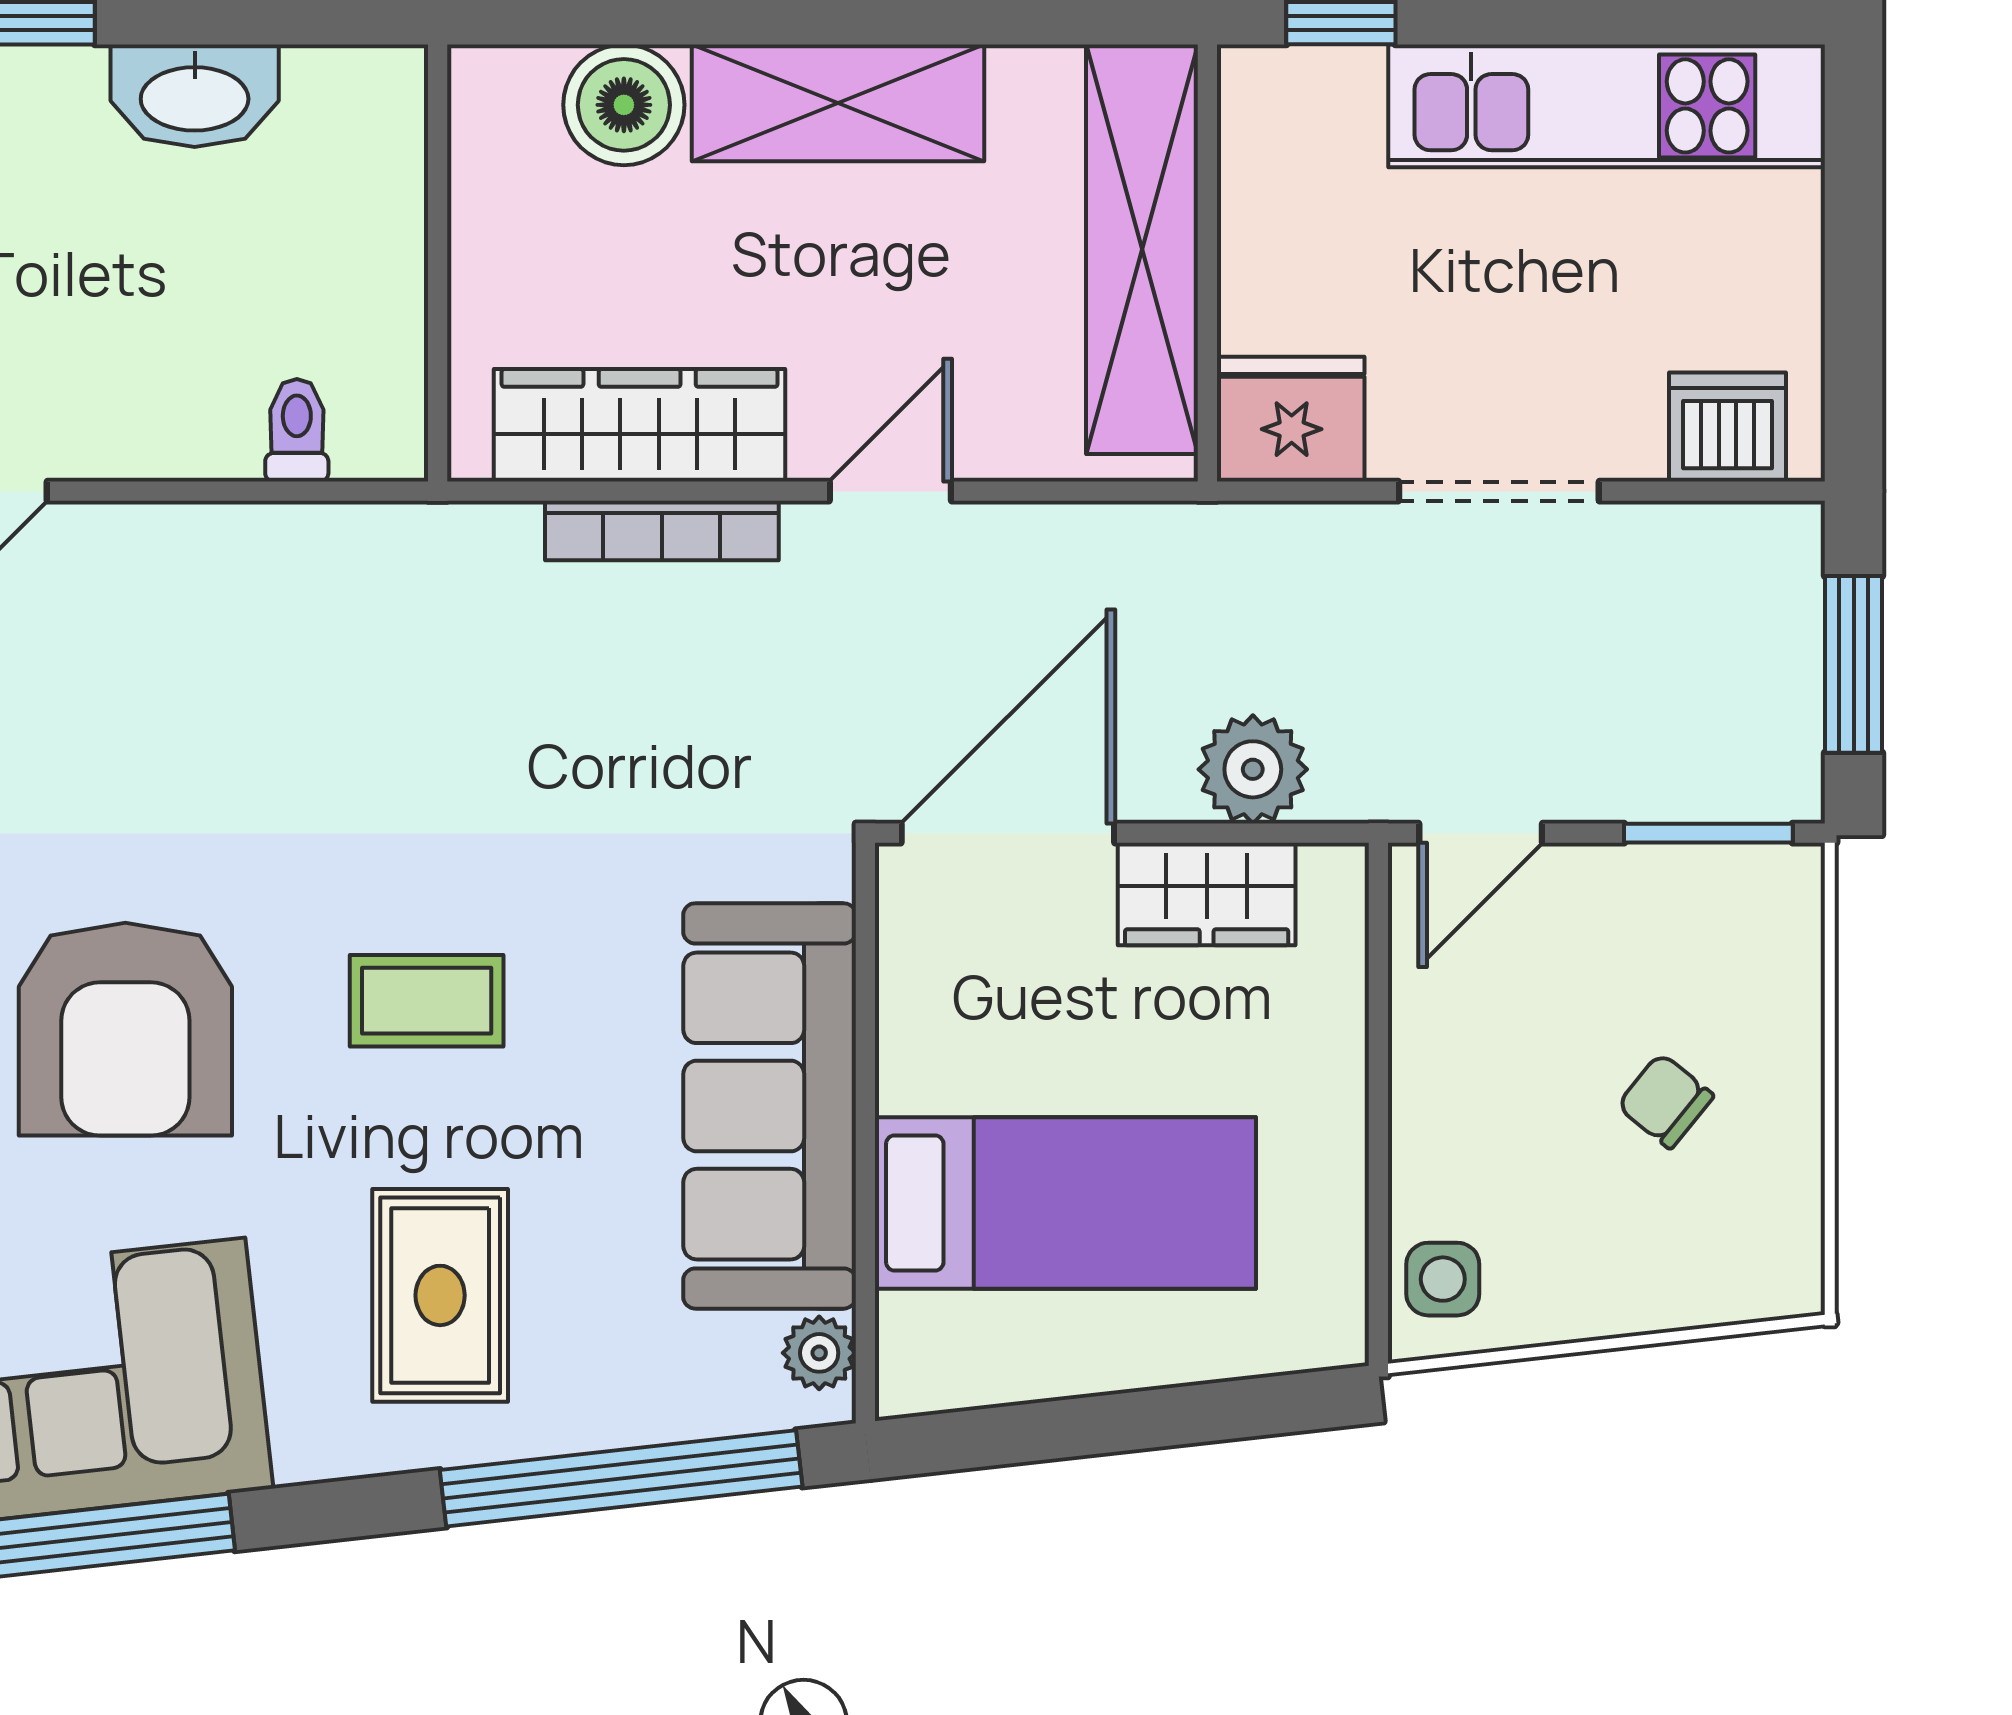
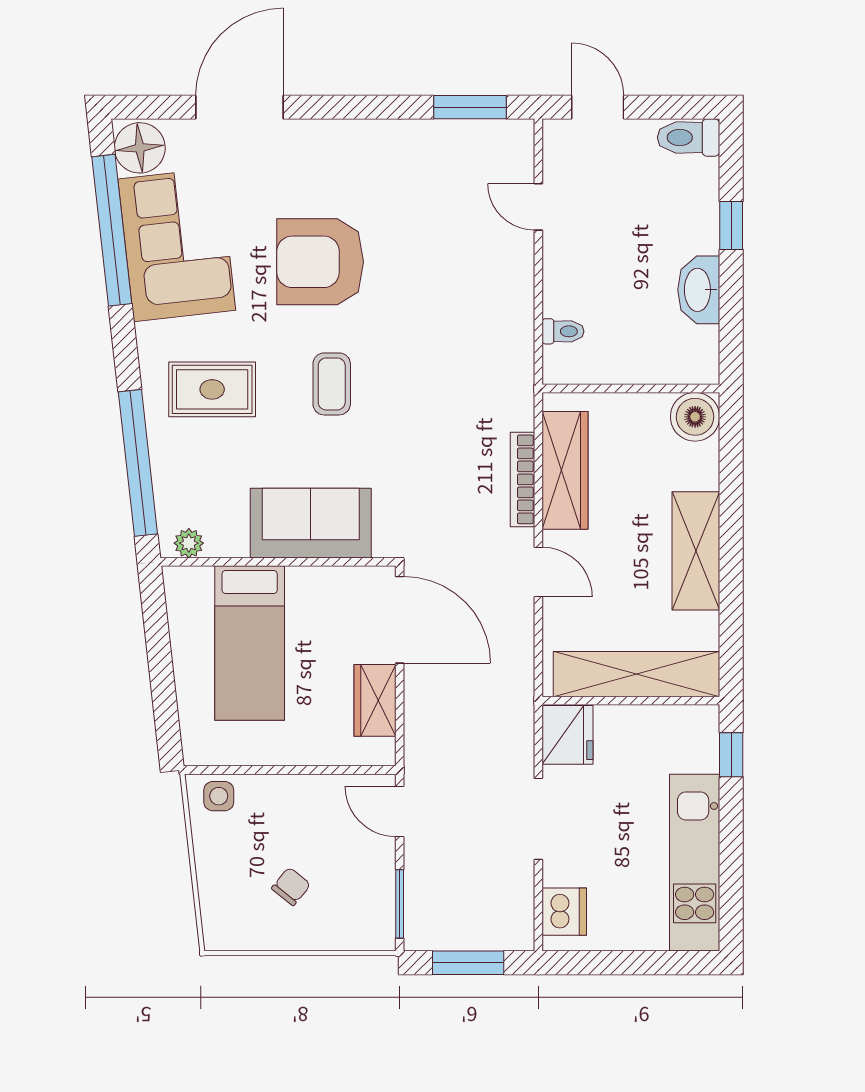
boiler: (624, 105) -> (695, 417), moved
plant: (1253, 769) -> (426, 719), removed
sofa: (770, 1106) -> (311, 523), width x0.73

